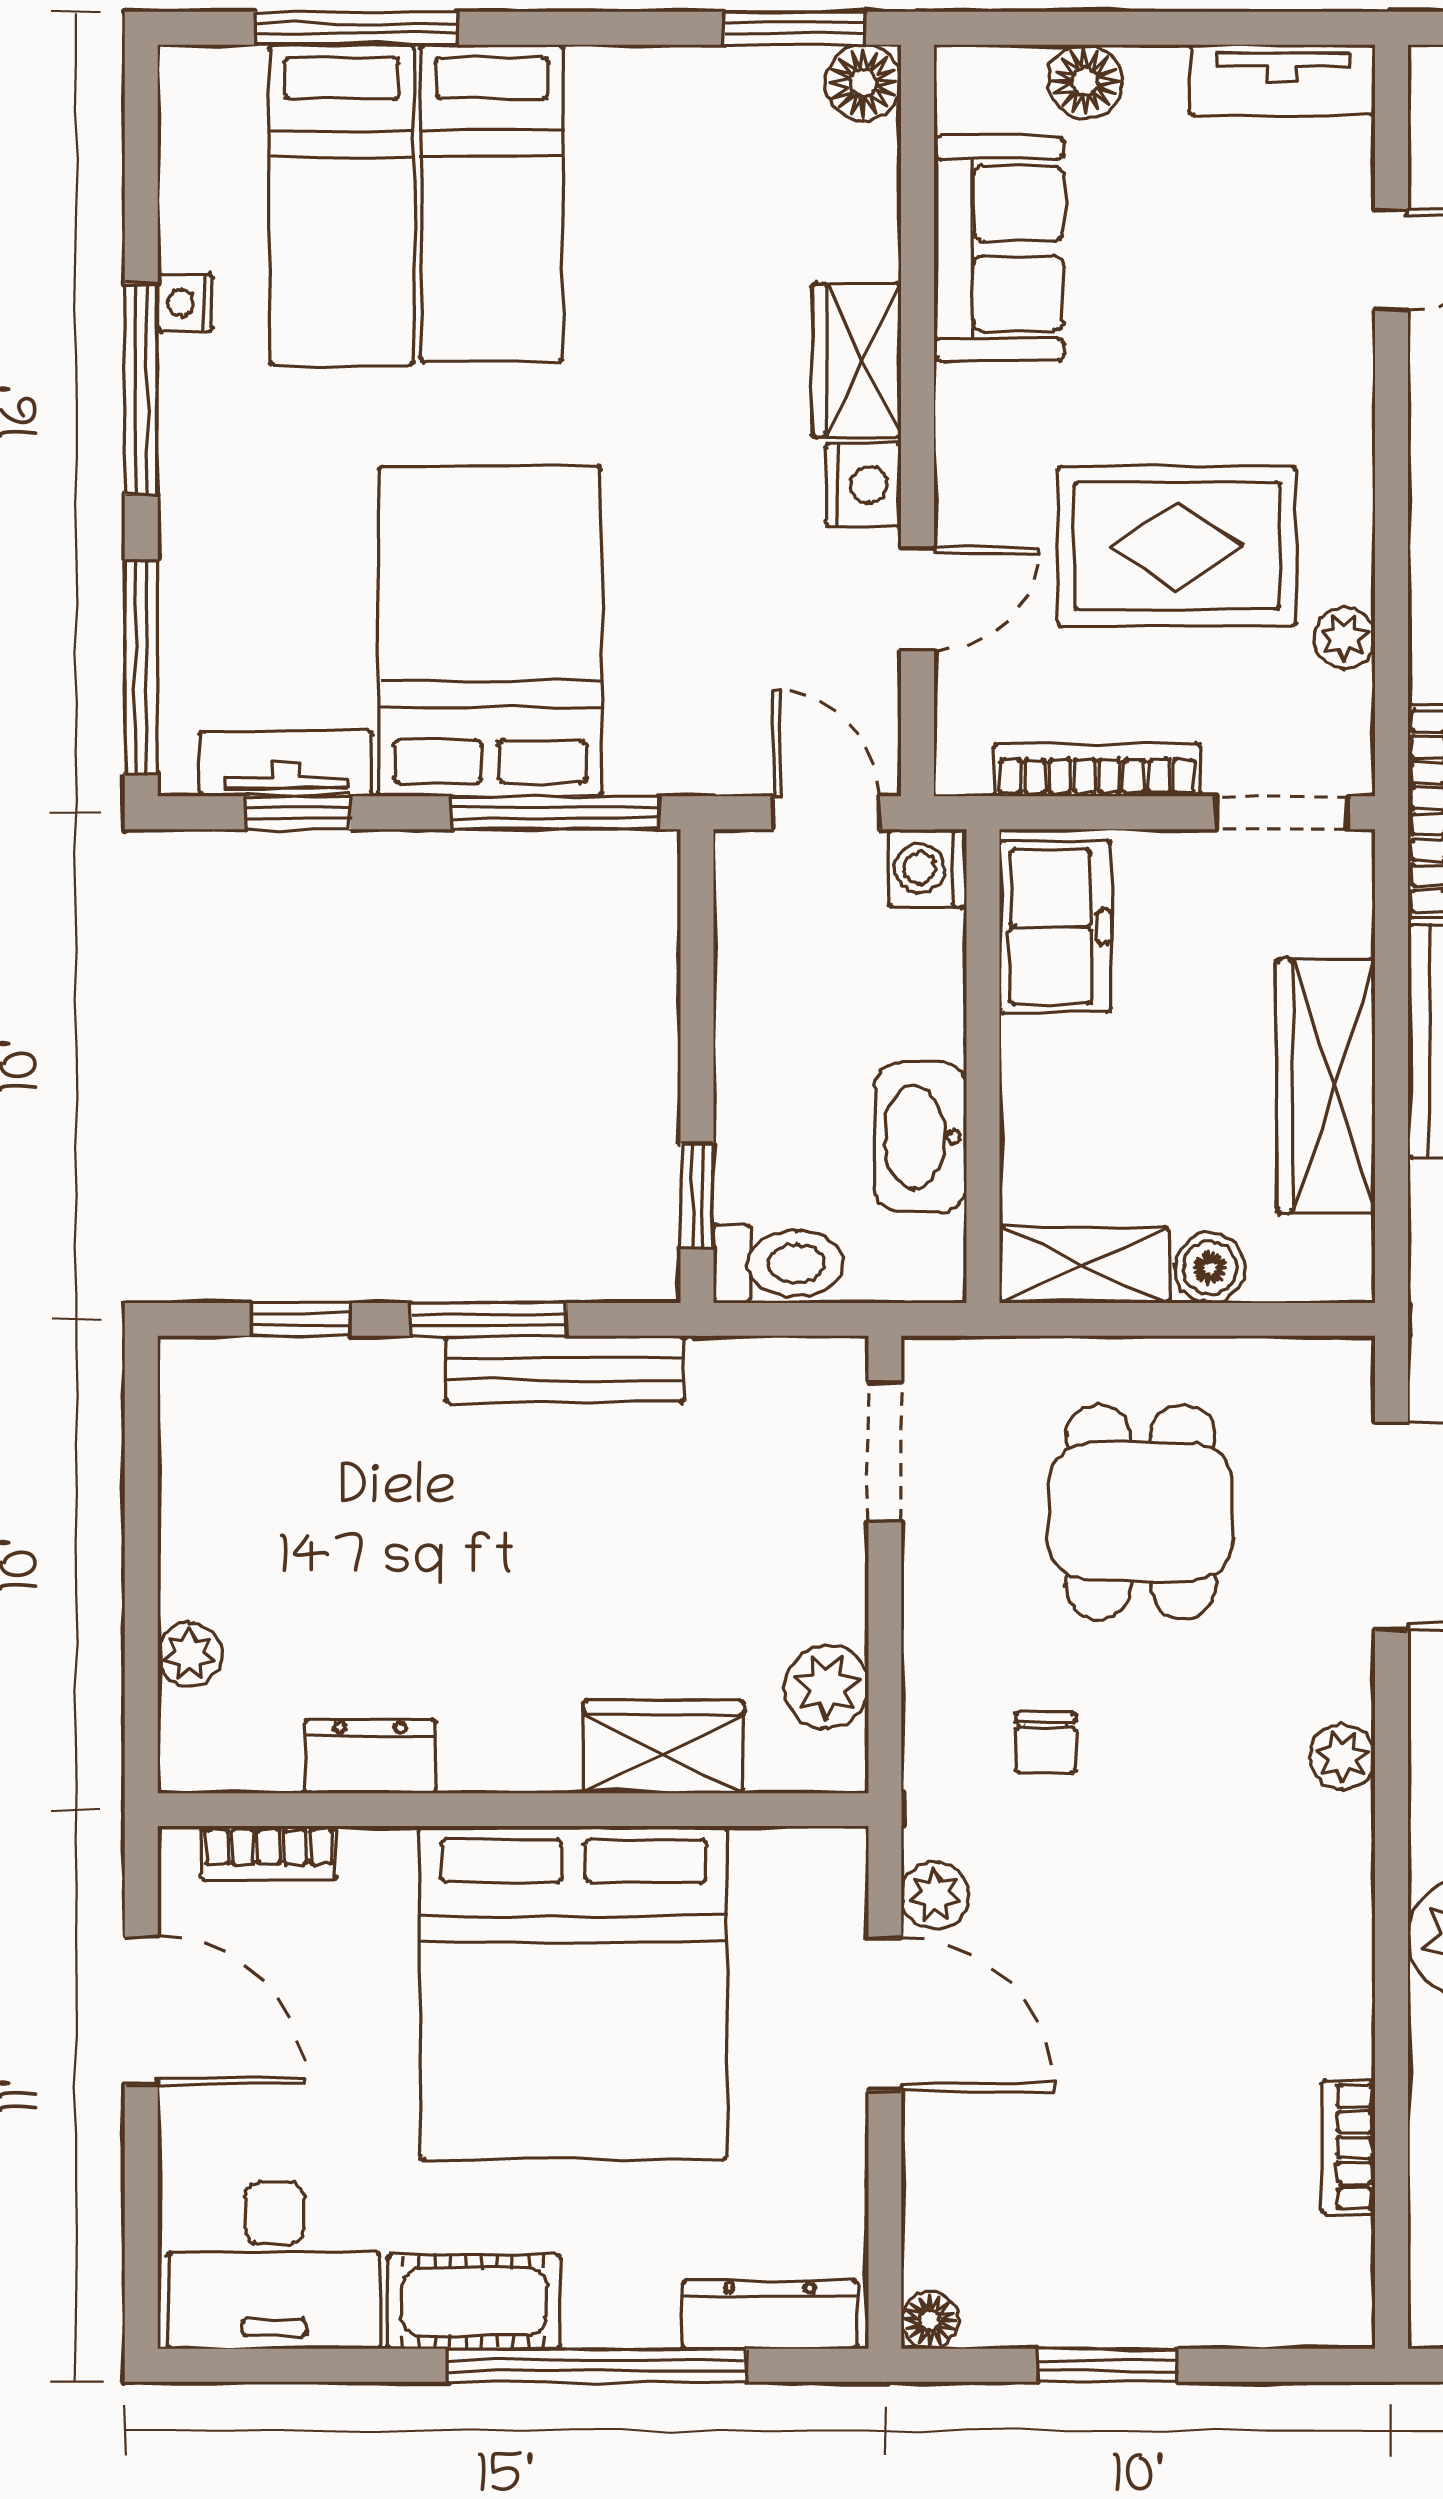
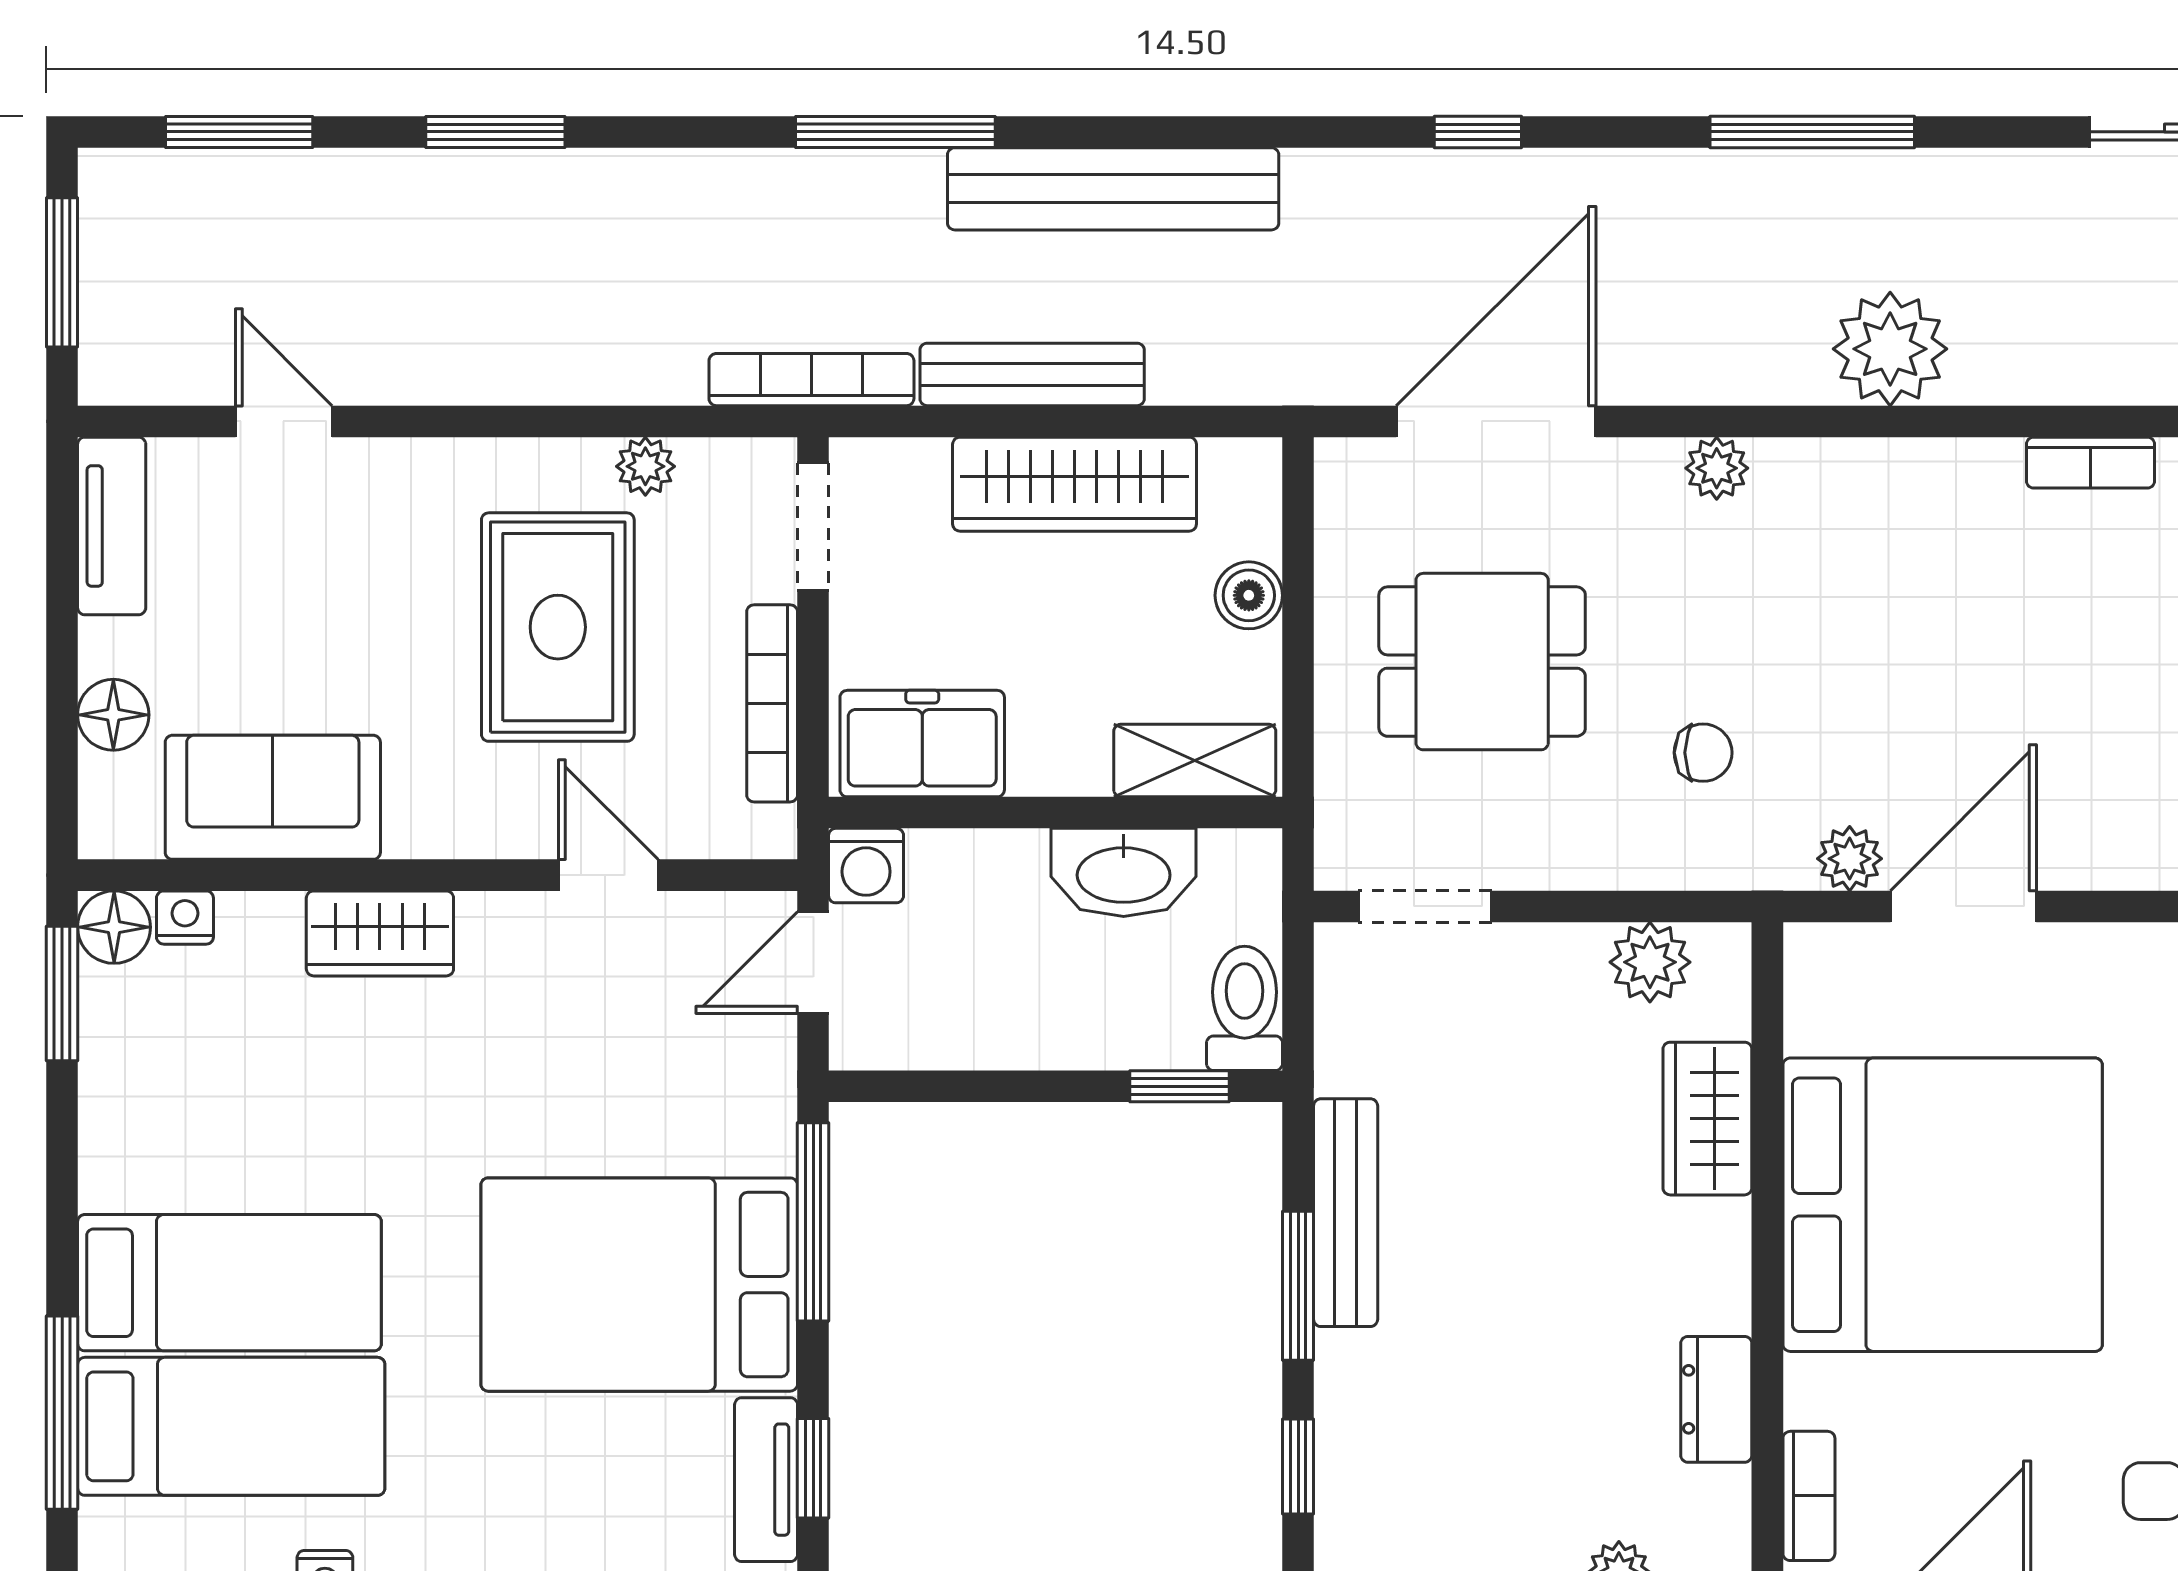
nightstand: (863, 485) -> (185, 918), moved, width x0.72, depth x0.74
shelving: (1084, 1265) -> (1195, 761), moved, turned 90

